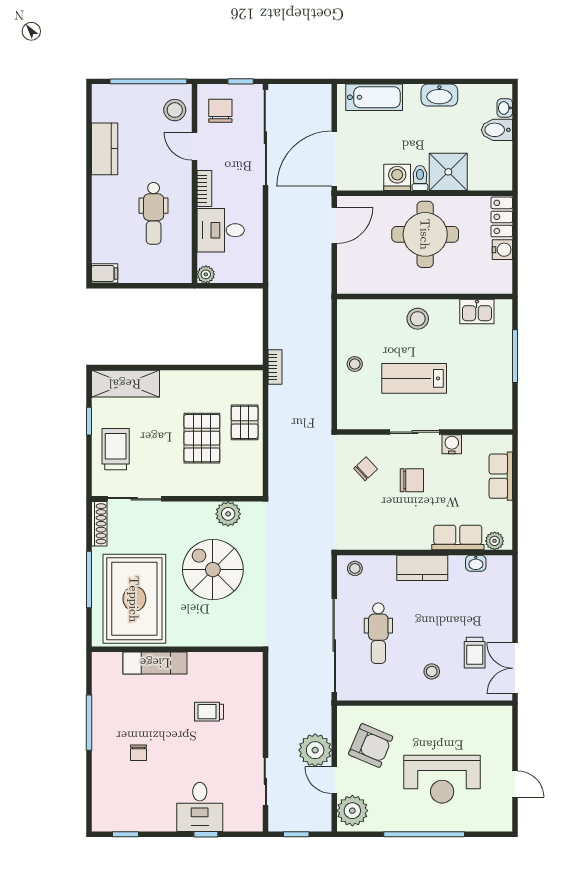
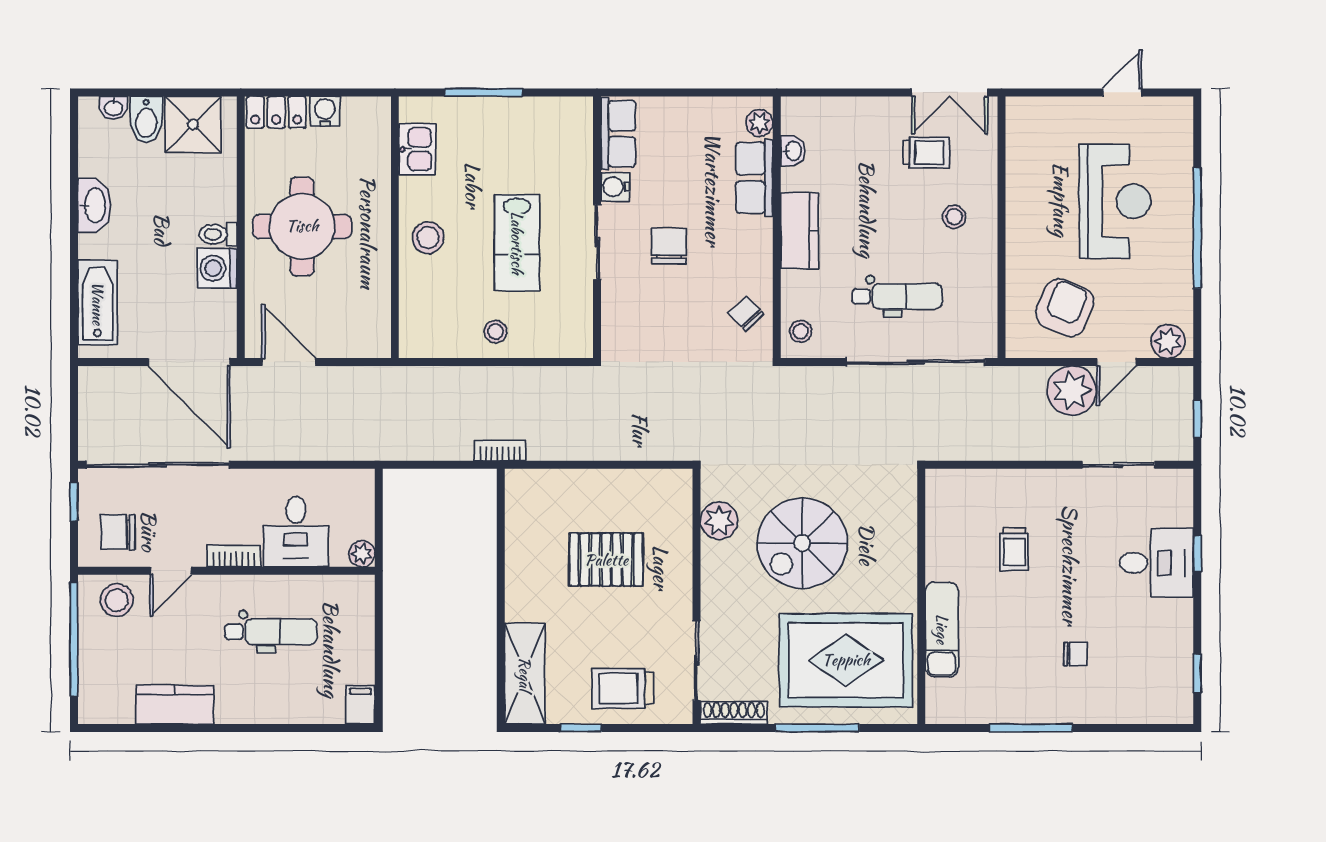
shower: (448, 172) -> (193, 124), moved
pallet: (245, 422) -> (583, 496), removed
chair: (366, 469) -> (746, 313), moved
row of seats: (501, 476) -> (618, 134), moved, turned -90
plant: (352, 811) -> (1168, 341), width x0.73, depth x0.73

